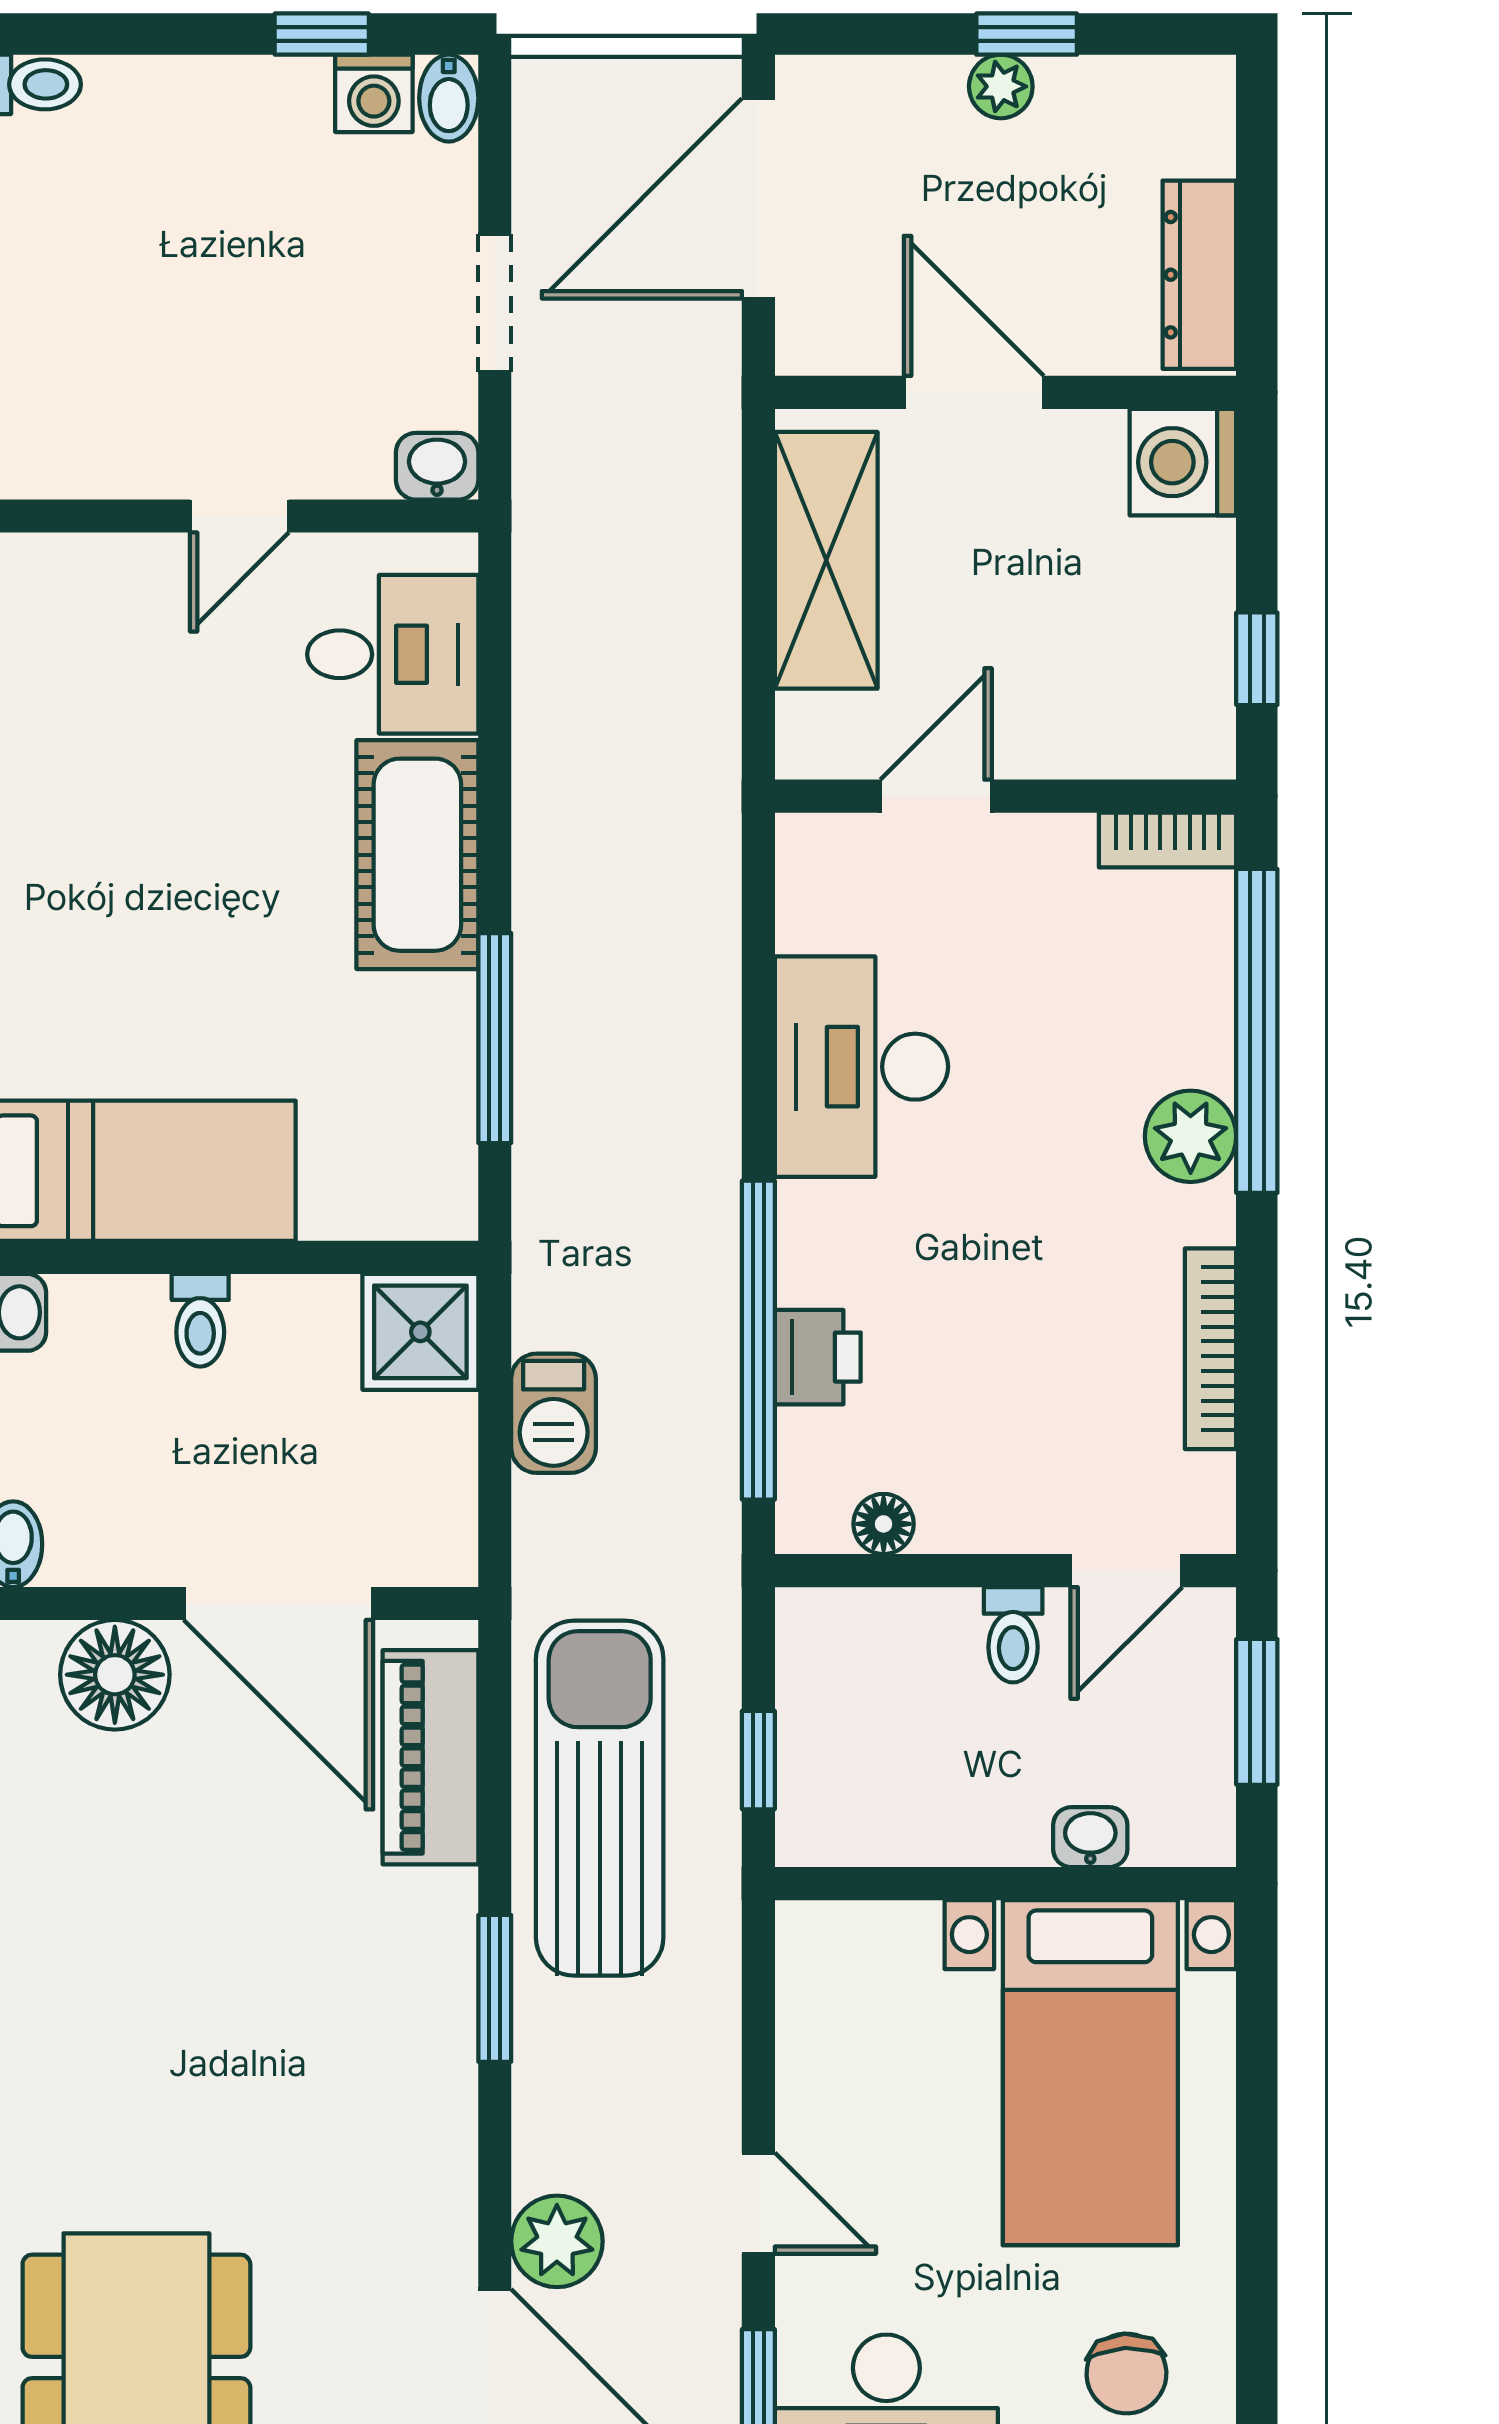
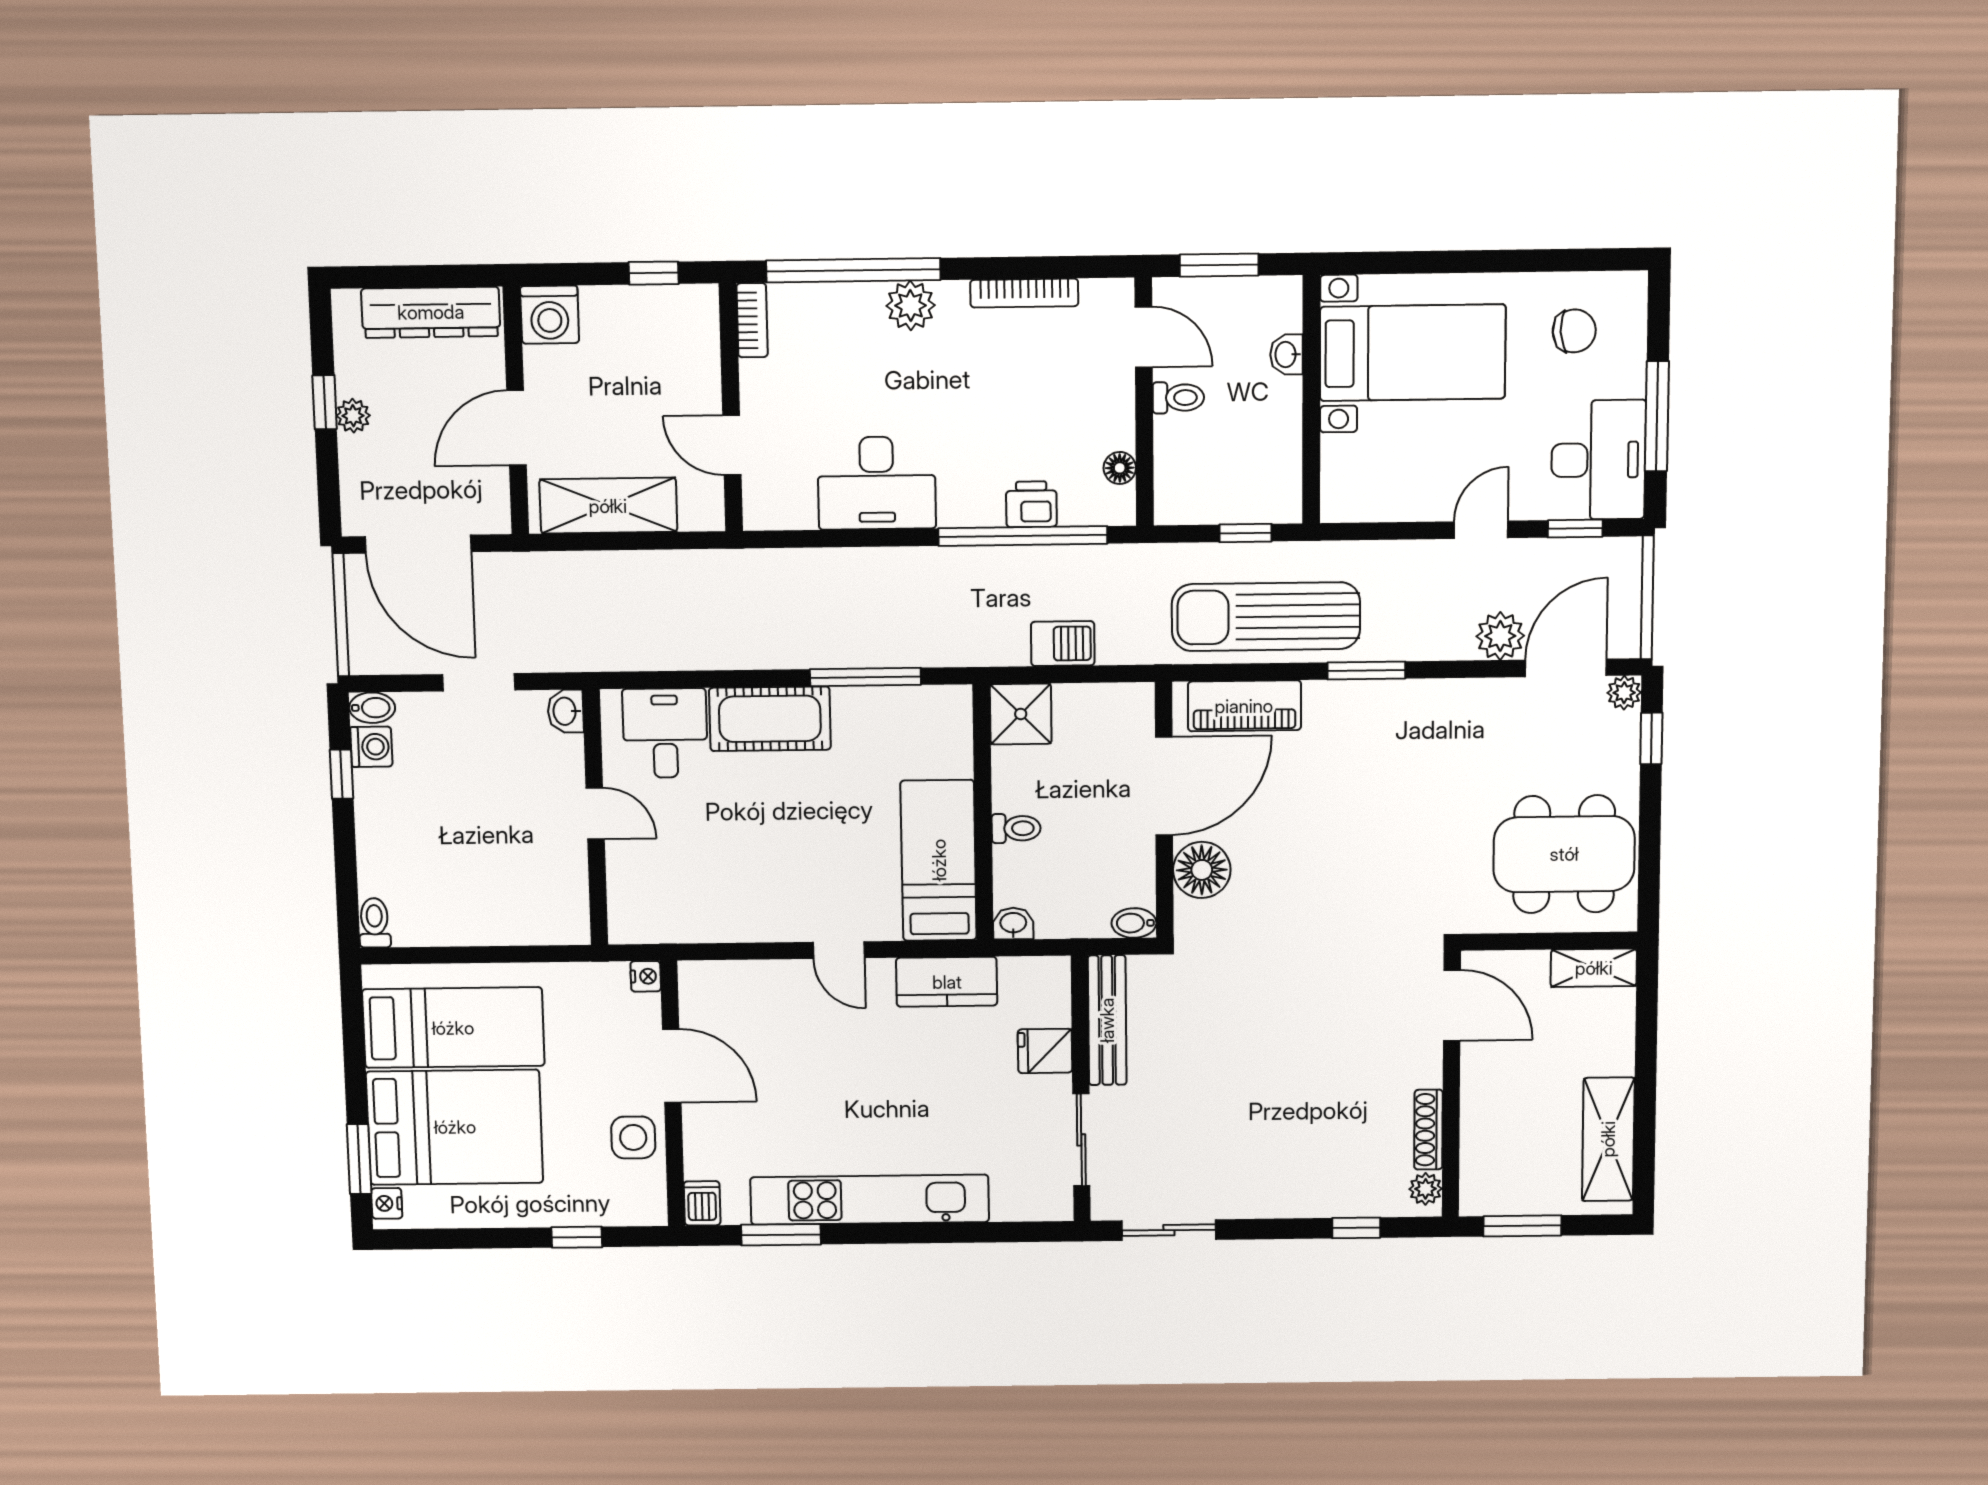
dresser: (1199, 275) -> (431, 312), width x1.37, depth x1.24

